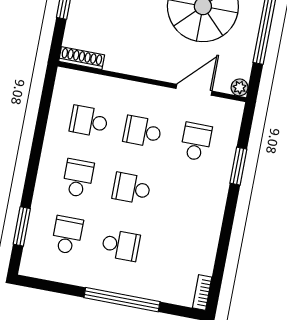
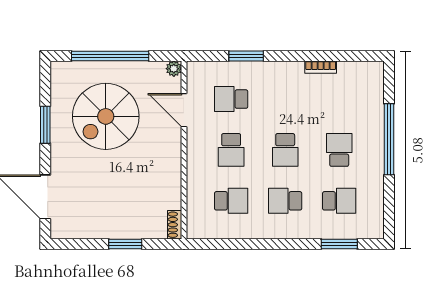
shoe rack: (82, 58) -> (175, 225), width x0.70
school desk: (89, 121) -> (231, 201), turned -90
school desk: (67, 235) -> (339, 201), turned 180
bookcase: (202, 292) -> (321, 67), moved

